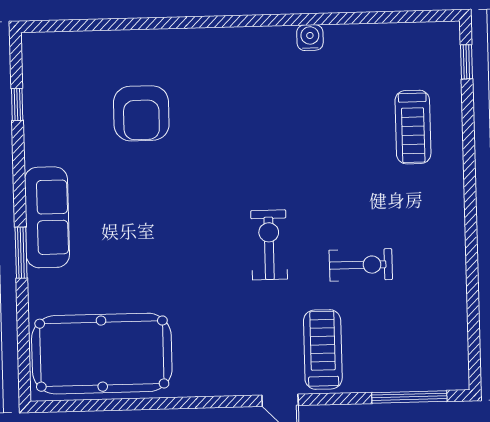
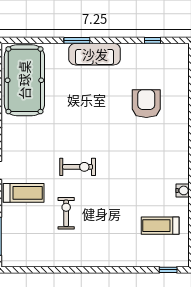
armchair: (141, 113) -> (146, 104), turned 90
treadmill: (413, 127) -> (160, 226), moved
exercise bike: (361, 265) -> (66, 213), turned 180

